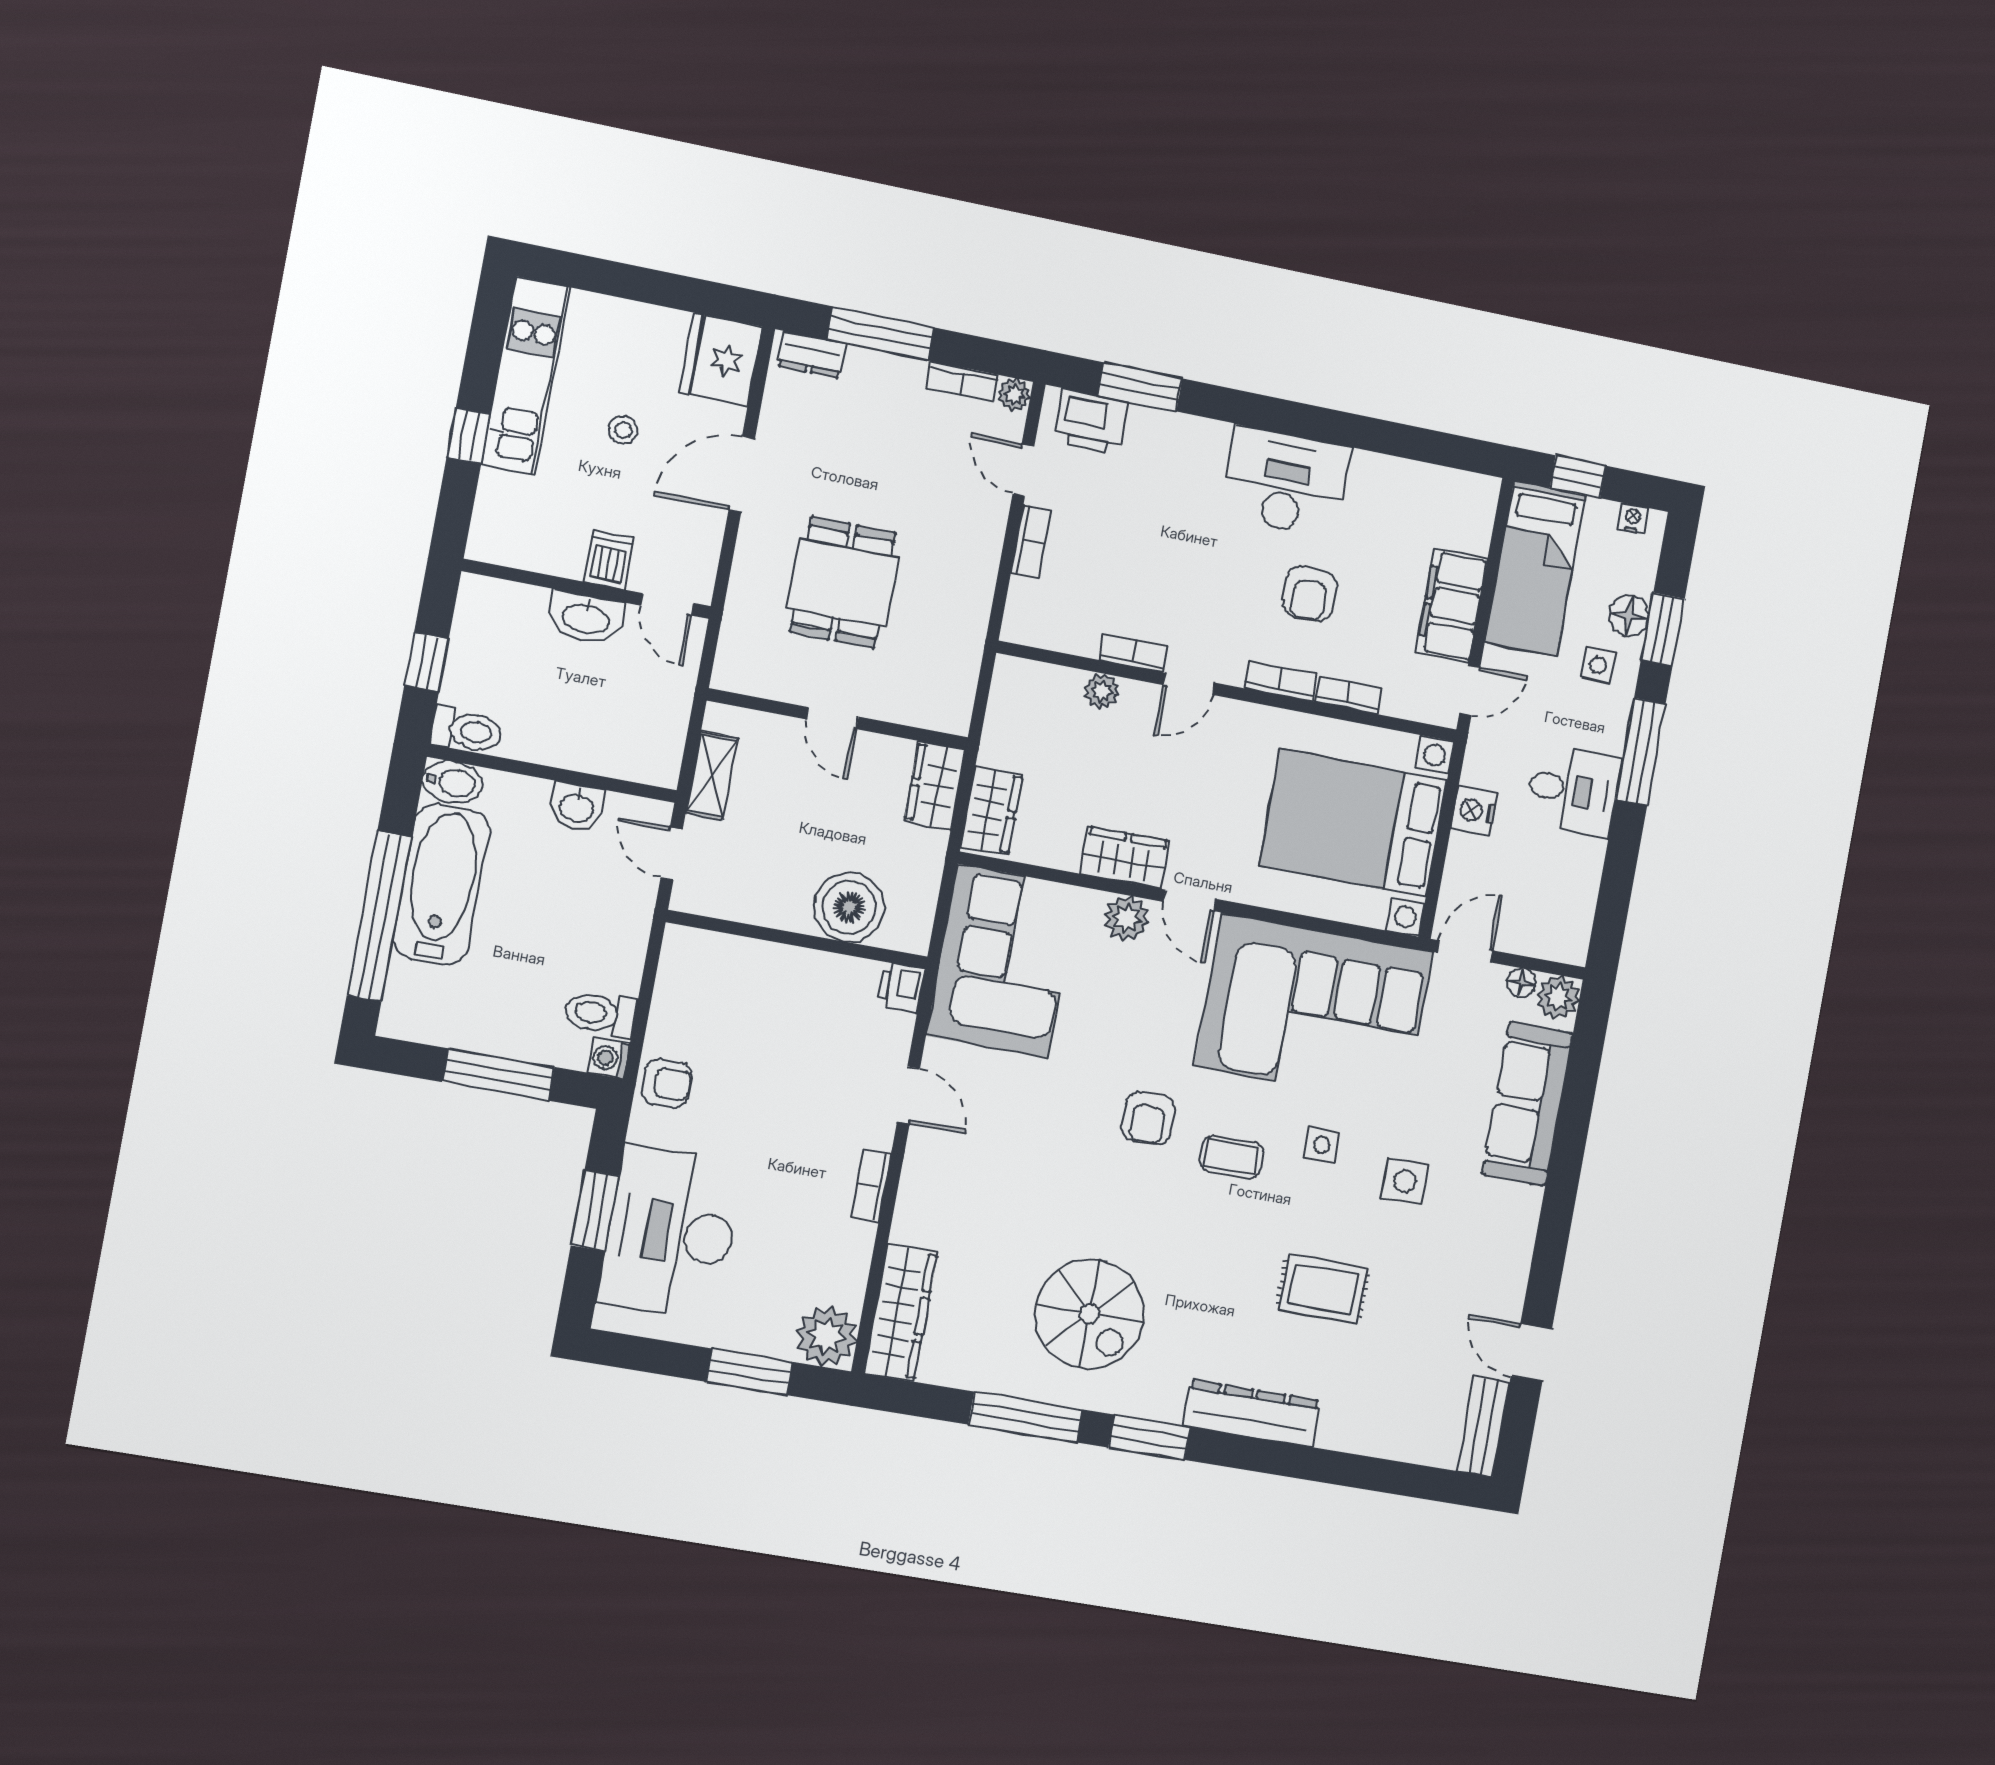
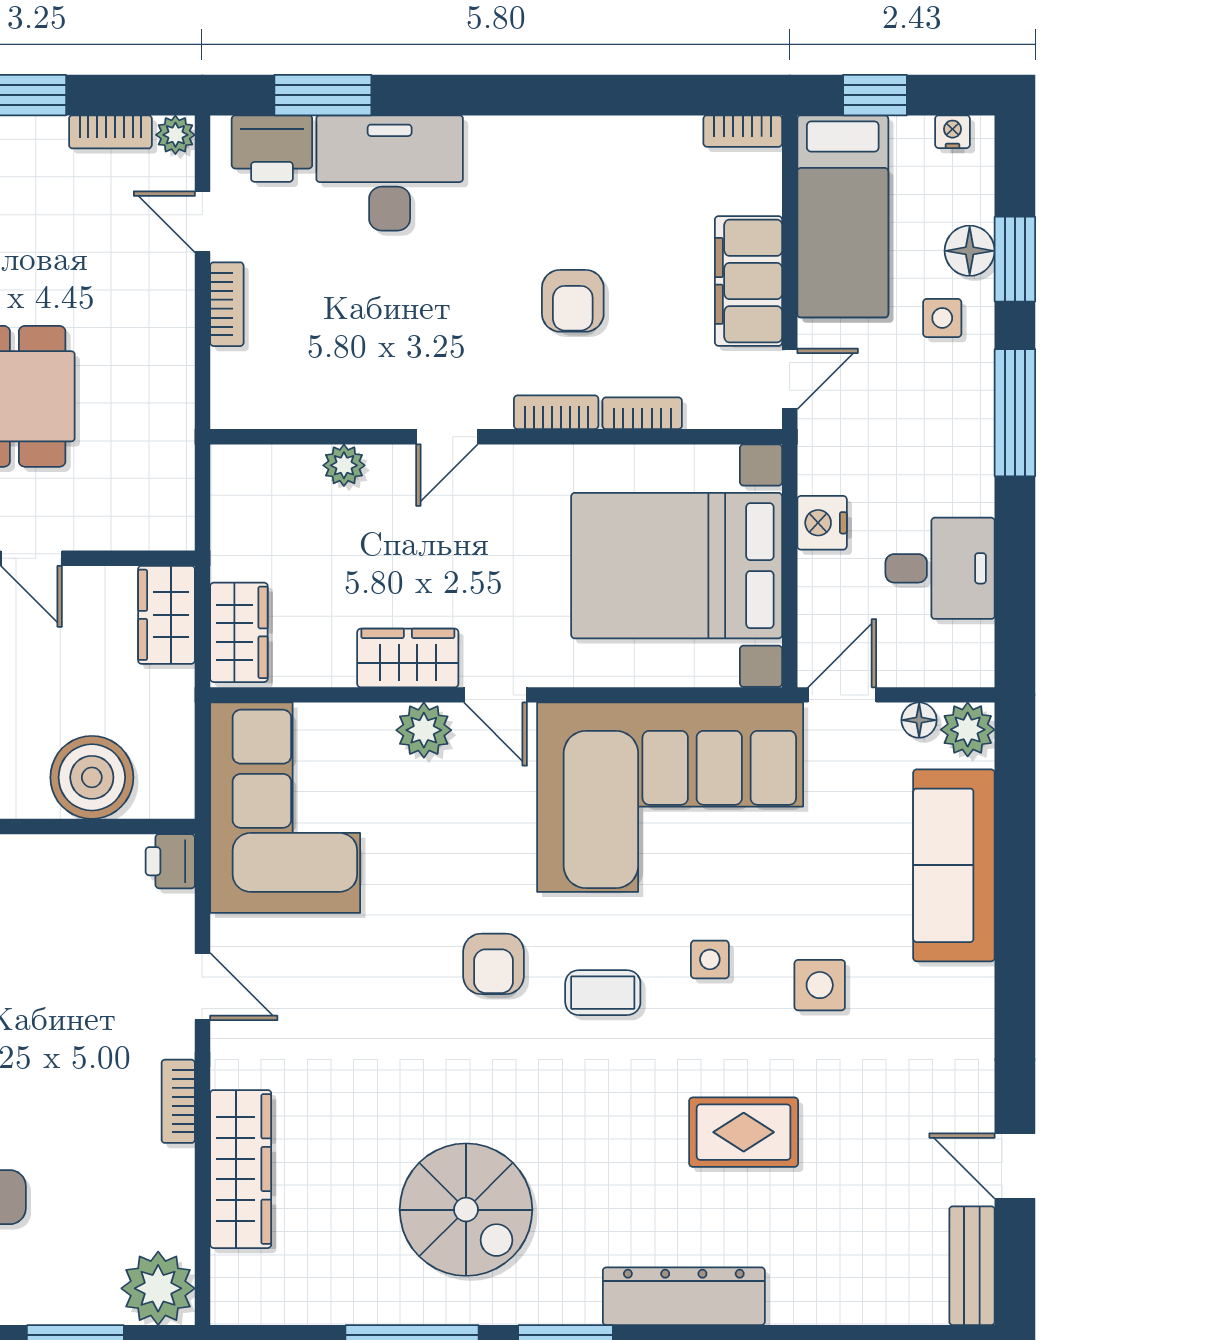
desk: (1285, 482) -> (390, 173), moved
bookcase: (1133, 653) -> (743, 131), moved, turned 180
desk: (1573, 791) -> (940, 568), moved
wardrobe: (901, 1313) -> (241, 1169), moved

